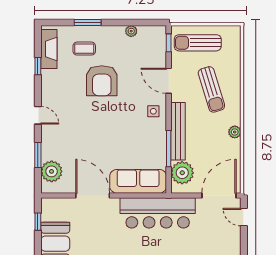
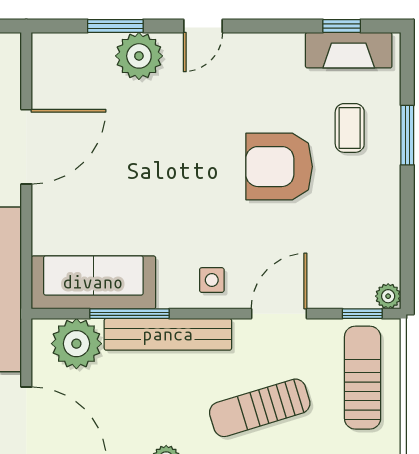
plant: (131, 31) -> (388, 296), moved
window: (38, 66) -> (342, 26), moved
plant: (52, 171) -> (139, 56), moved
sofa: (138, 181) -> (93, 282), moved, turned -90

